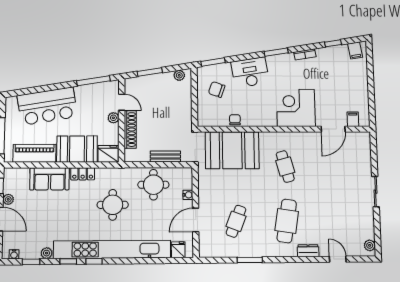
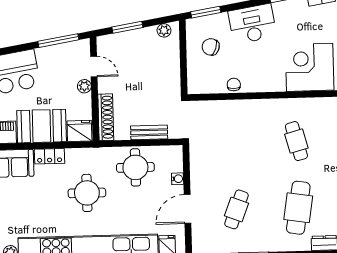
shoe rack: (130, 129) -> (106, 117), moved
booth: (232, 150) -> (231, 123), removed

